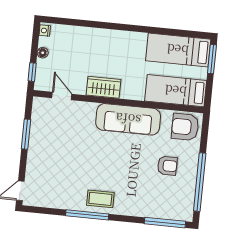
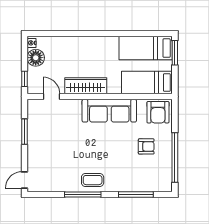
floor lamp: (43, 53) -> (36, 58), width x1.89, depth x1.89
wardrobe: (103, 87) -> (86, 86), width x1.50
armchair: (185, 127) -> (158, 112), turned -90
window: (165, 223) -> (136, 195), moved

